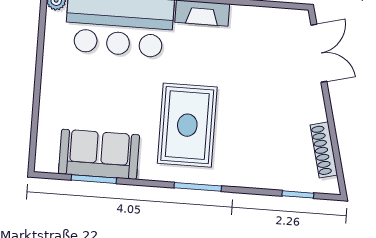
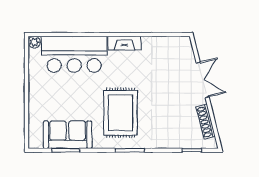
double door: (319, 53) -> (203, 80), moved

